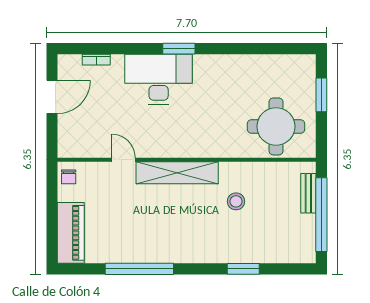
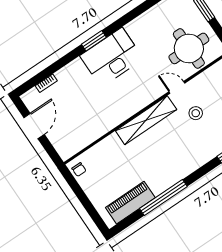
desk: (159, 79) -> (112, 57), moved
door: (124, 160) -> (177, 87), moved
piano: (71, 233) -> (130, 203), moved, turned -90

